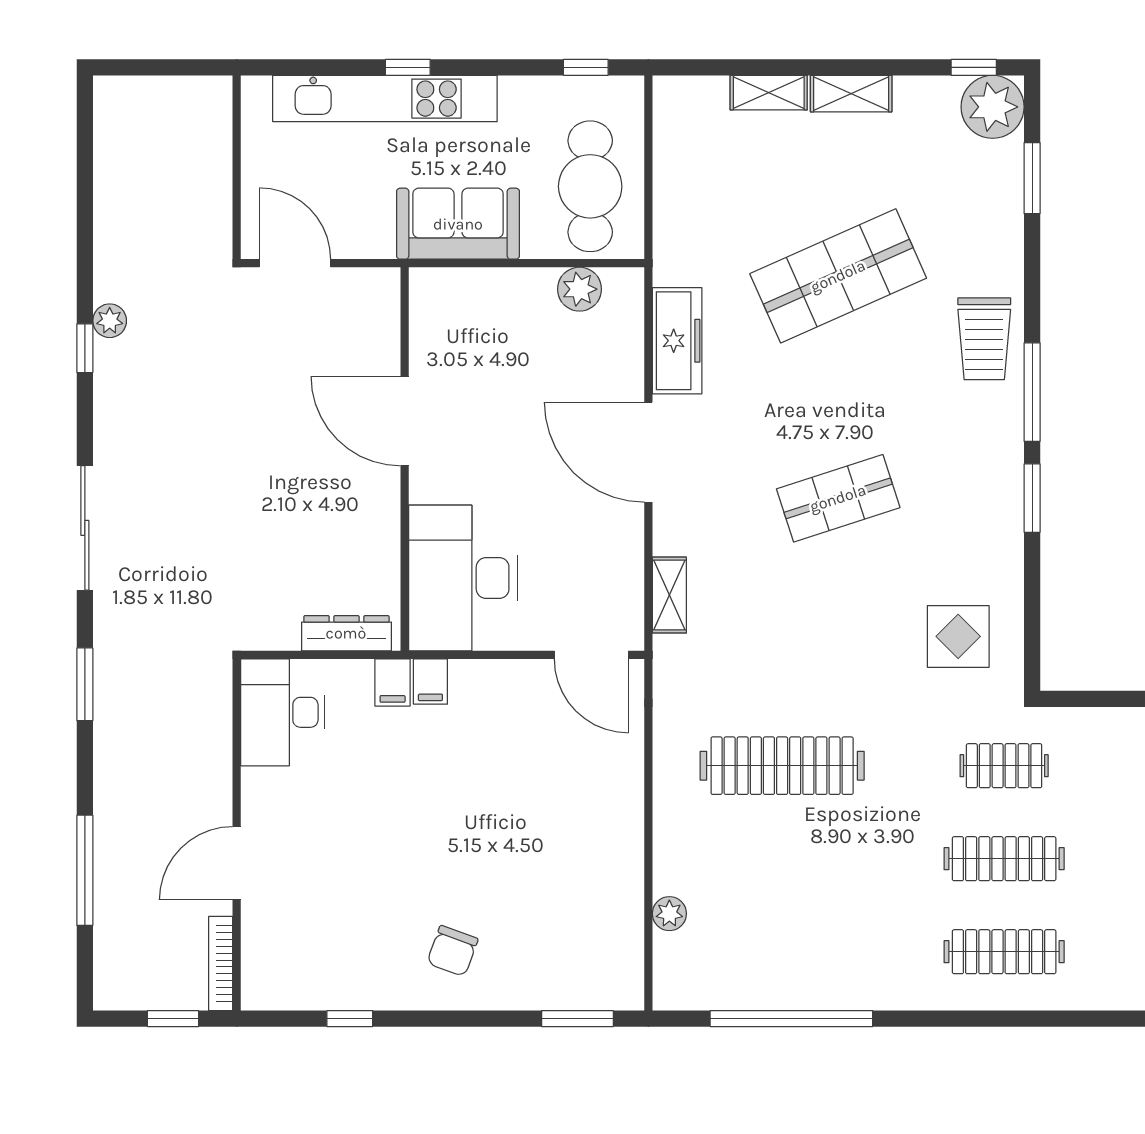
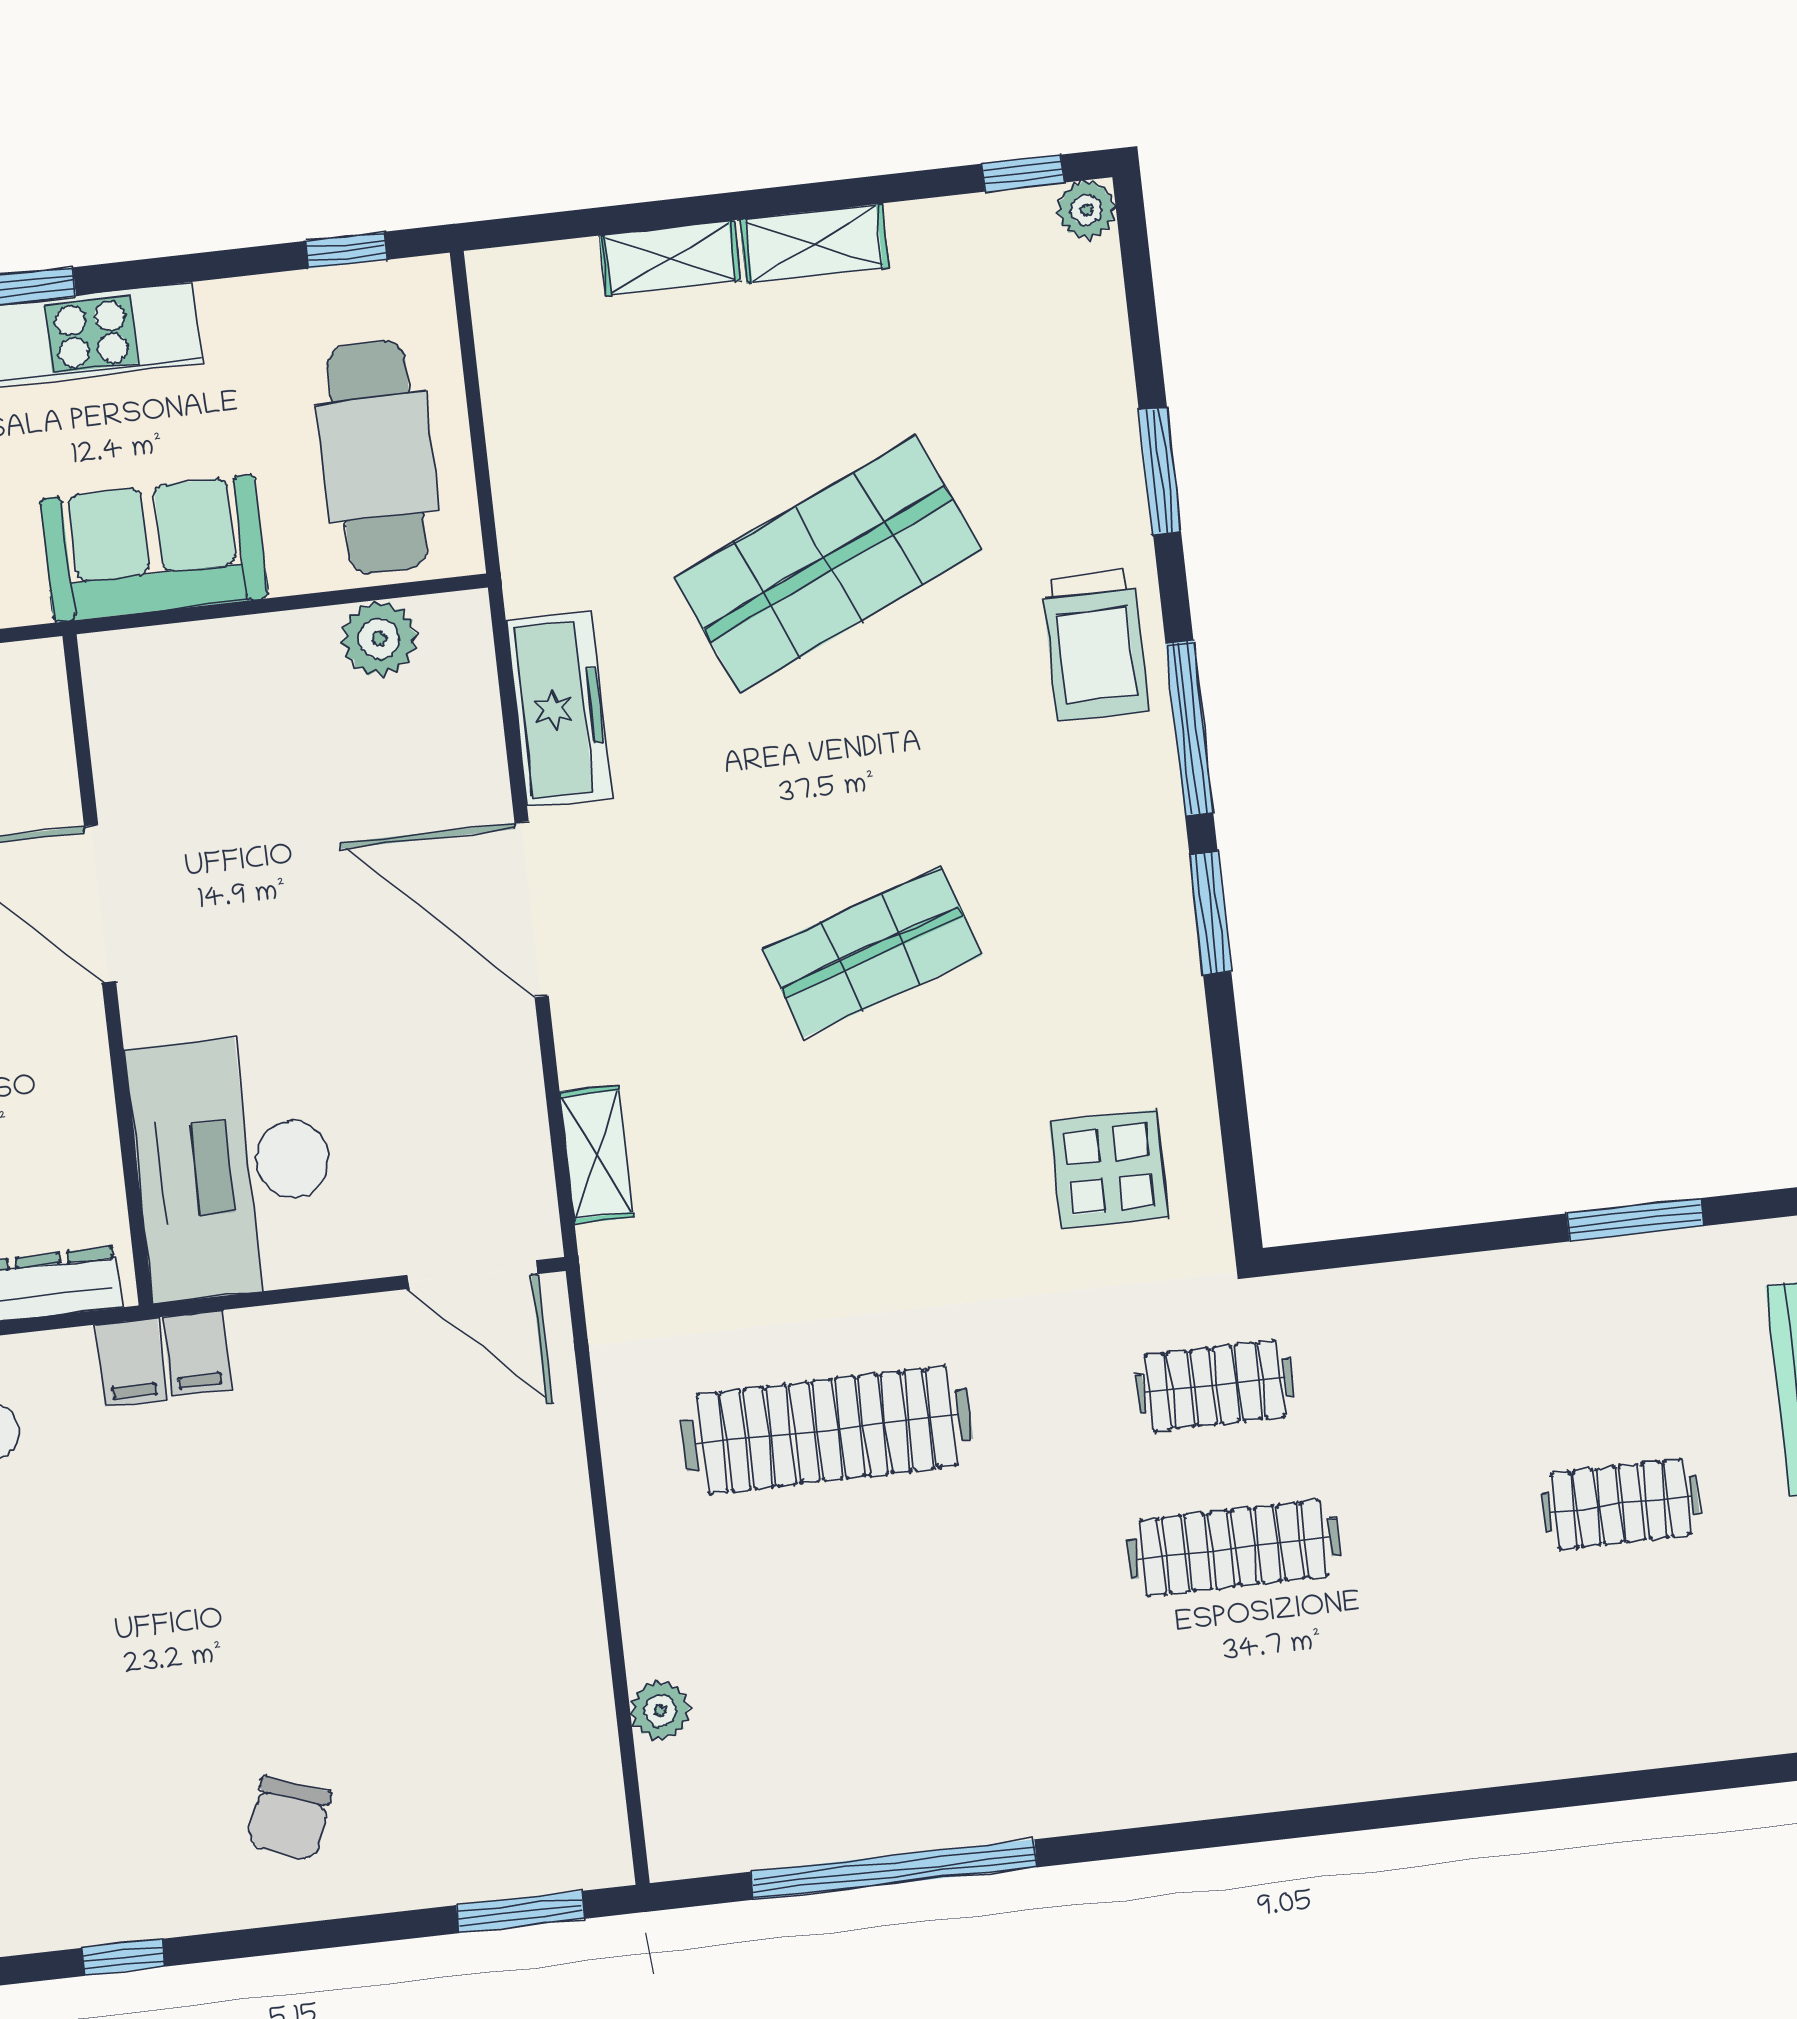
plant: (993, 107) -> (1086, 210), width x0.53, depth x0.53
window: (1032, 178) -> (1160, 471), moved
clothes rail: (1004, 952) -> (1252, 1711), removed

